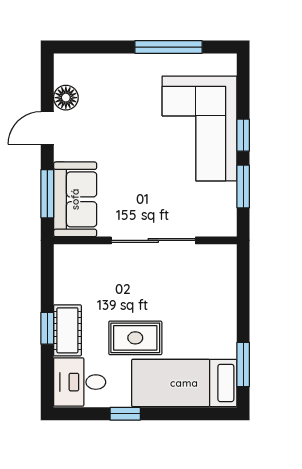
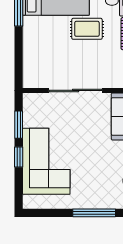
window: (168, 47) -> (94, 213), moved

